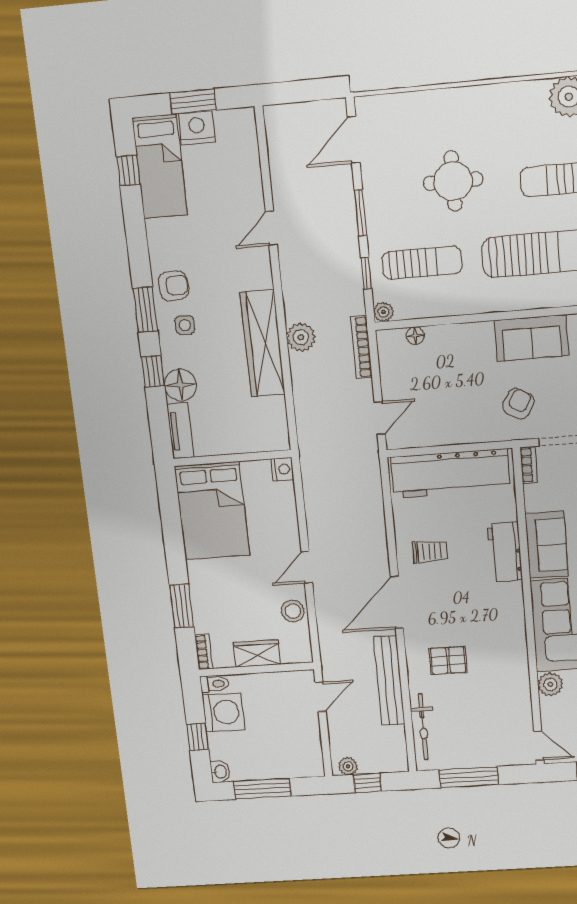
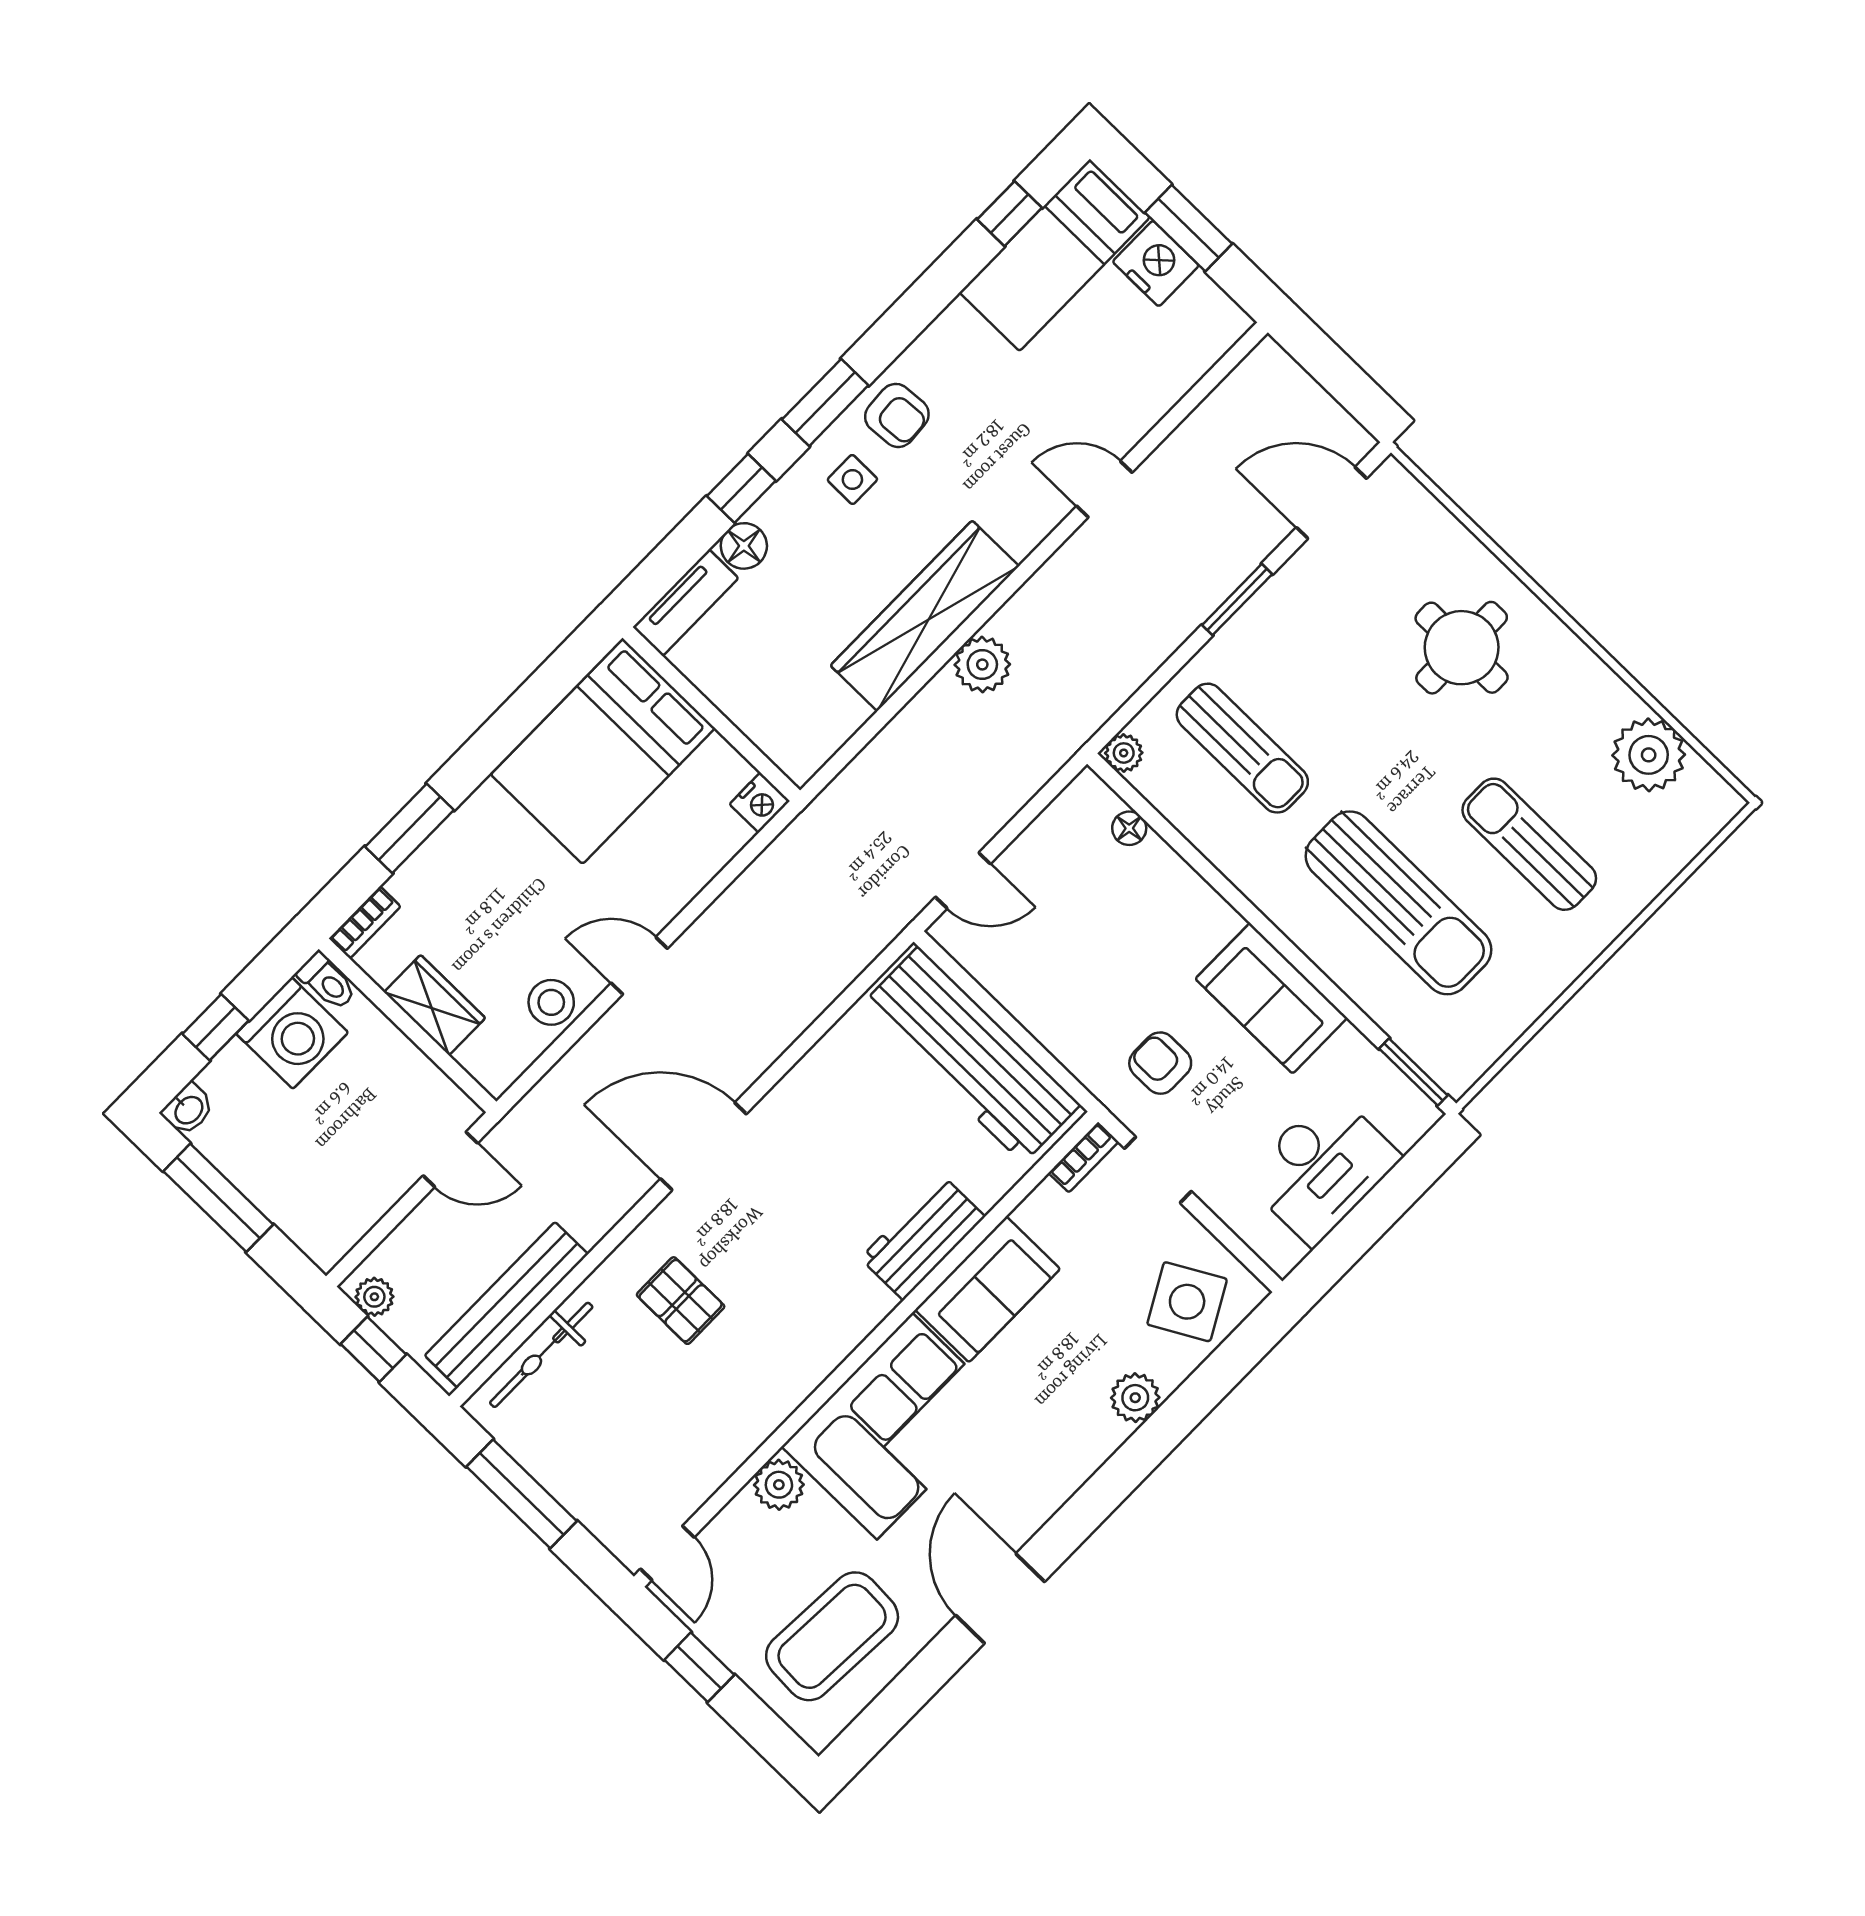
round table: (453, 181) -> (1462, 648), moved
window: (366, 273) -> (1158, 681), removed
bookcase: (361, 347) -> (1044, 765), removed
floor lamp: (180, 385) -> (744, 546), width x0.73, depth x0.73
armchair: (518, 404) -> (1160, 1063), turned -119
trolley: (430, 551) -> (826, 1127), removed
bench: (389, 680) -> (506, 1305), moved

